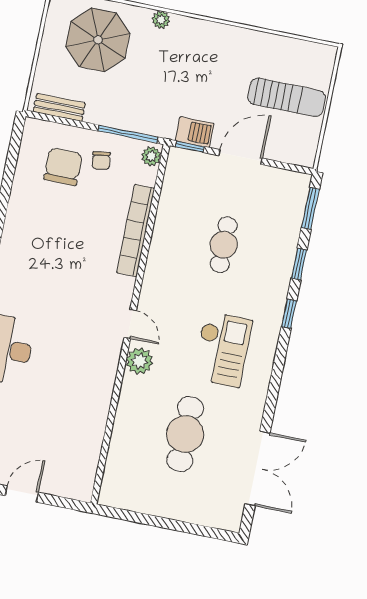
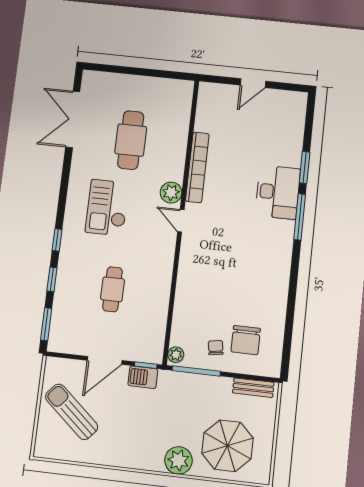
plant: (161, 20) -> (178, 460), width x1.88, depth x1.88
sun lounger: (286, 97) -> (72, 412), turned 41
bookcase: (136, 231) -> (197, 167), moved

